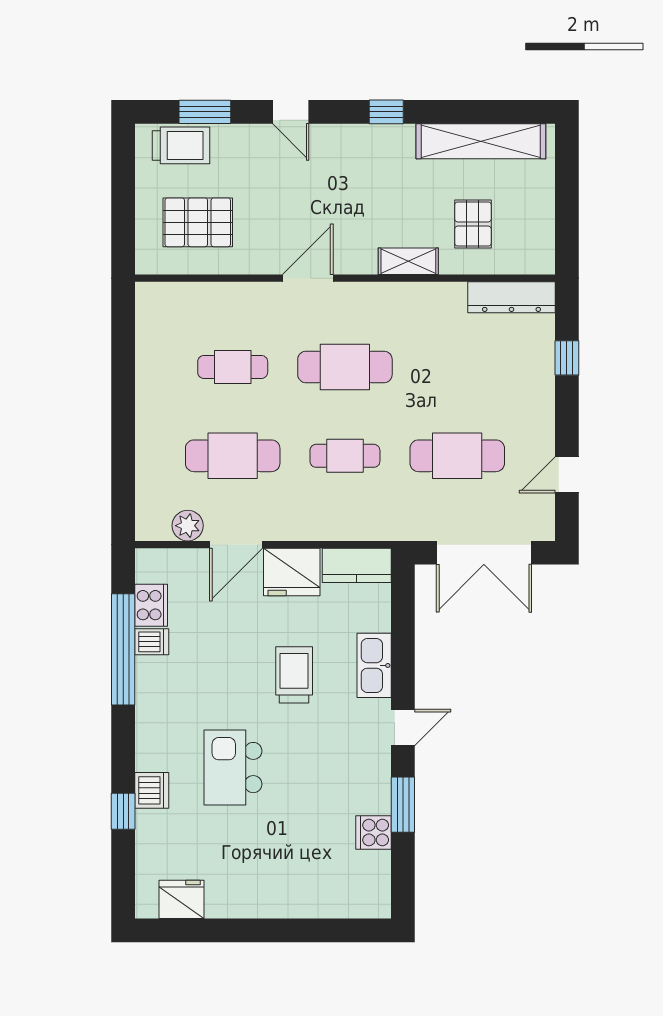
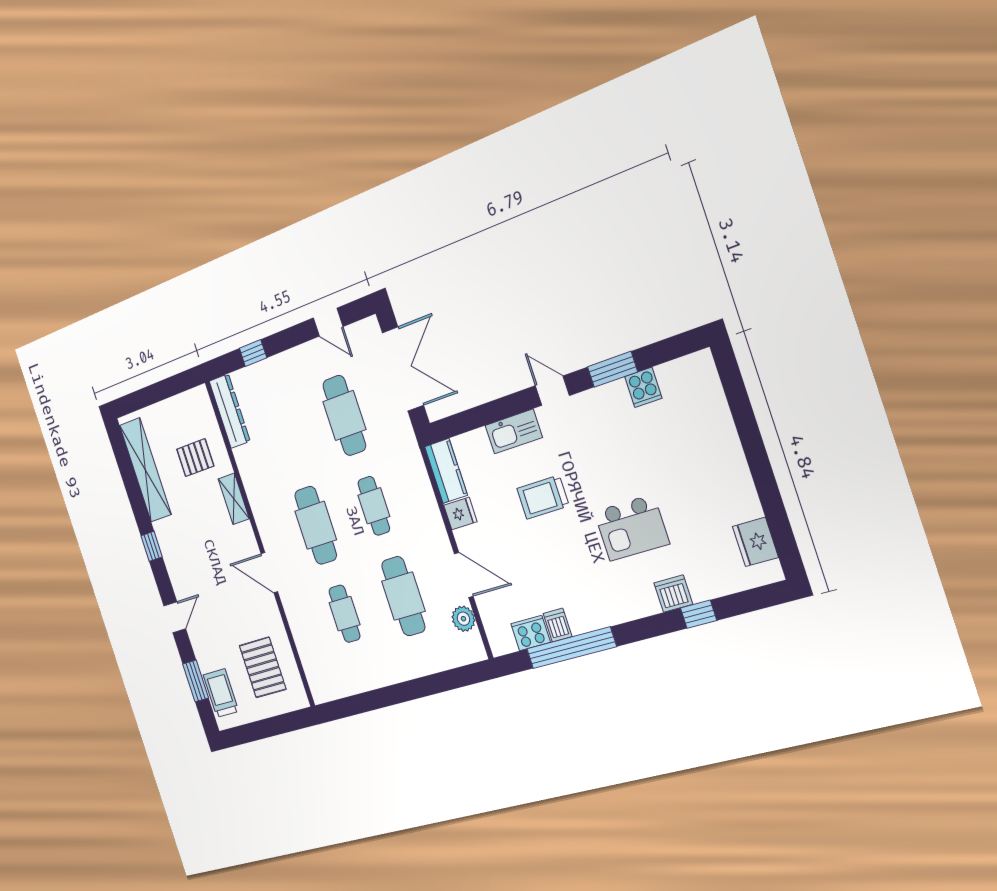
fridge: (292, 572) -> (460, 513), width x0.53, depth x0.75

